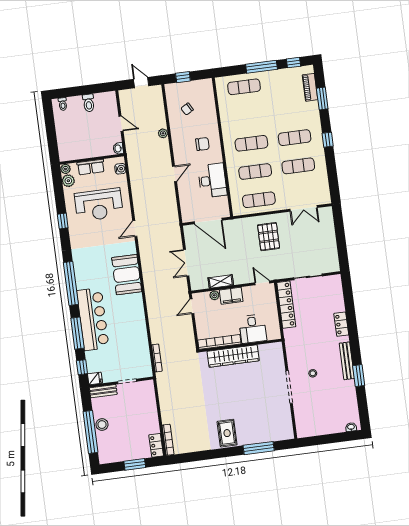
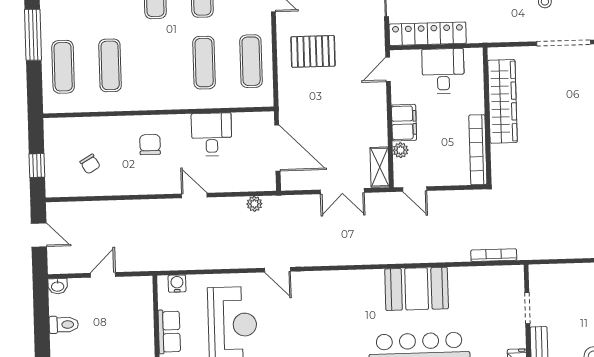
door: (141, 83) -> (39, 235), swing flipped
plant: (163, 133) -> (254, 204), moved
exercise mat: (251, 143) -> (110, 65), moved
washbasin: (118, 148) -> (58, 286), moved
desk: (212, 180) -> (212, 134), width x0.73
door: (208, 221) -> (277, 148), hinge flipped
booth: (127, 275) -> (417, 289), moved
shelving: (221, 281) -> (380, 167), moved
desk: (253, 329) -> (443, 71), moved, turned -90
wardrobe: (233, 356) -> (502, 101), moved

